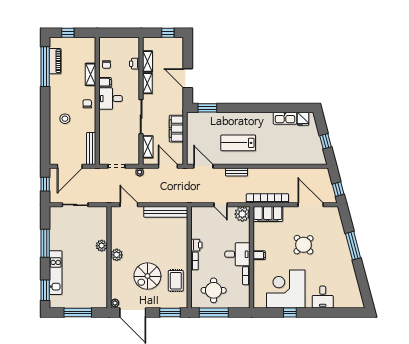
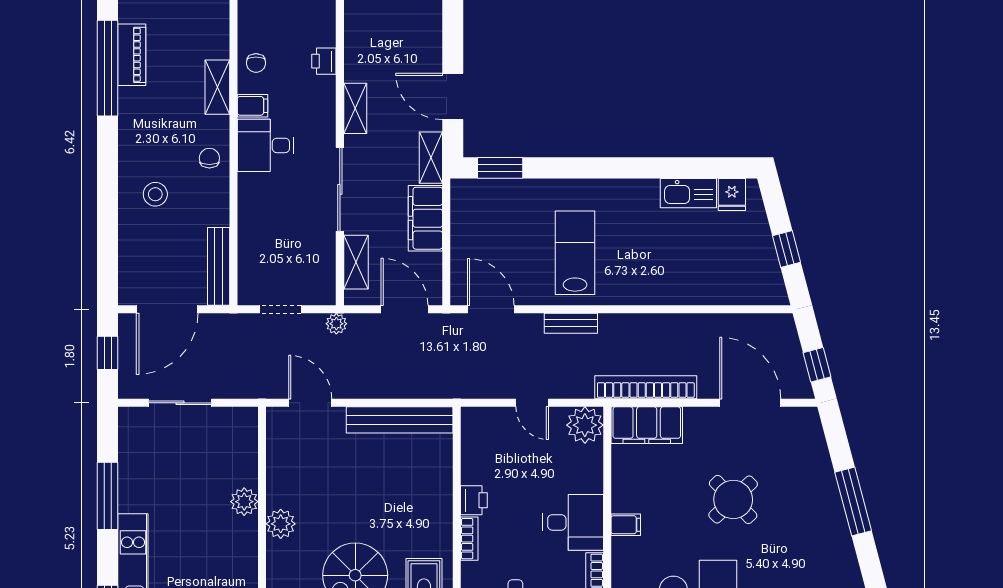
shelving: (147, 61) -> (431, 158), moved
lab bench: (238, 143) -> (575, 253), turned 90

